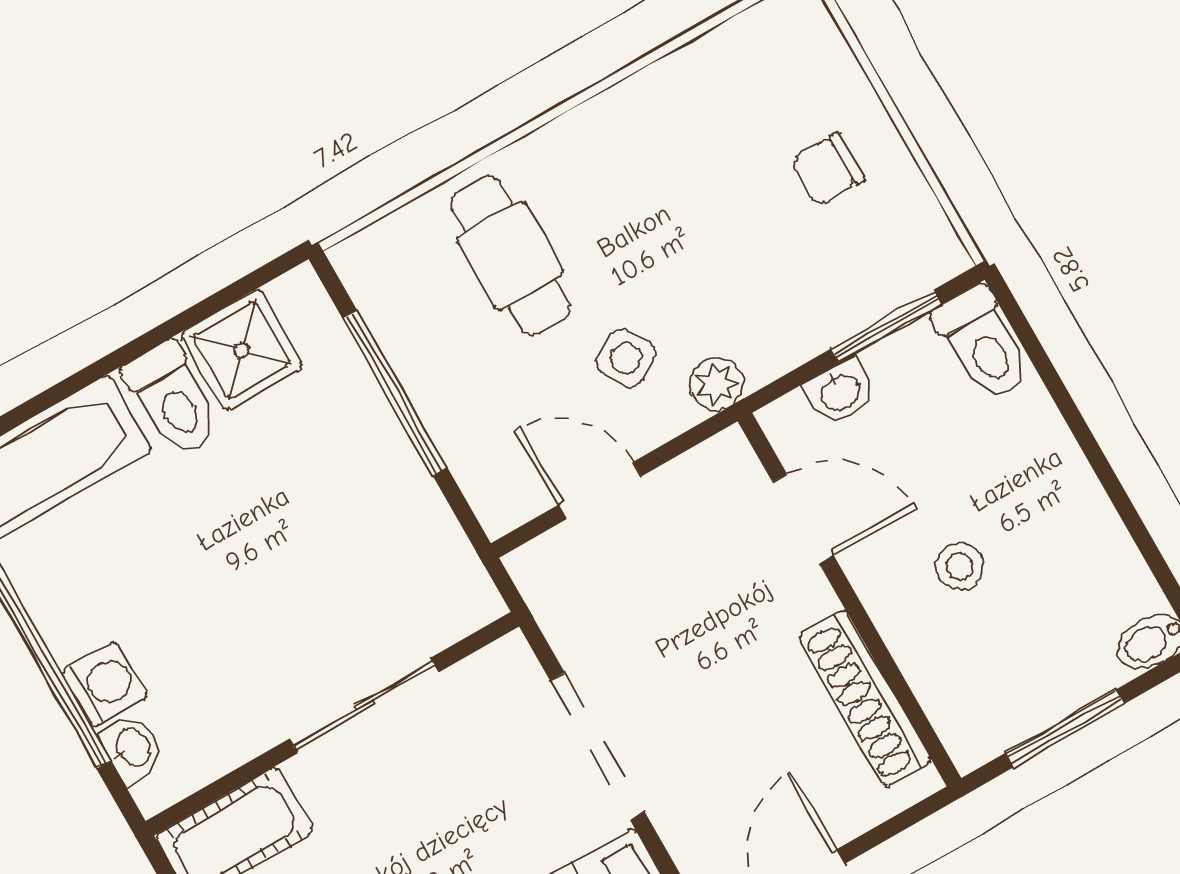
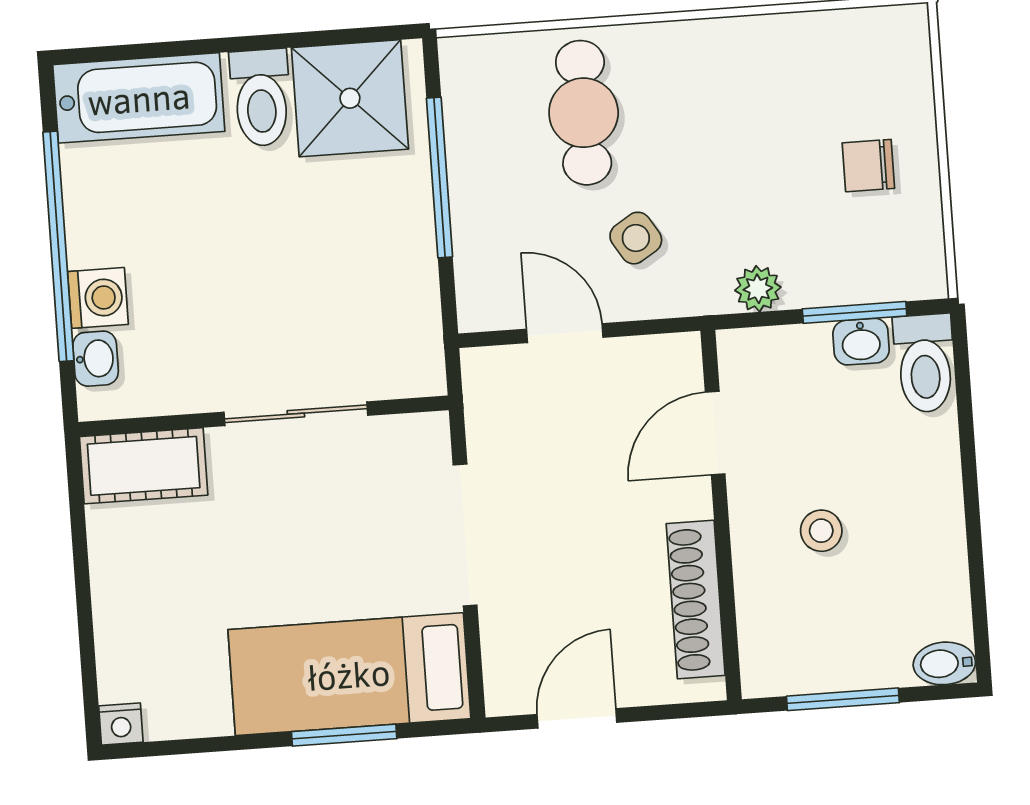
shower: (242, 350) -> (350, 98), width x1.36, depth x1.36
plant: (716, 384) -> (758, 289), moved
washbasin: (840, 392) -> (861, 342), moved
door: (803, 519) -> (715, 433), swing flipped

